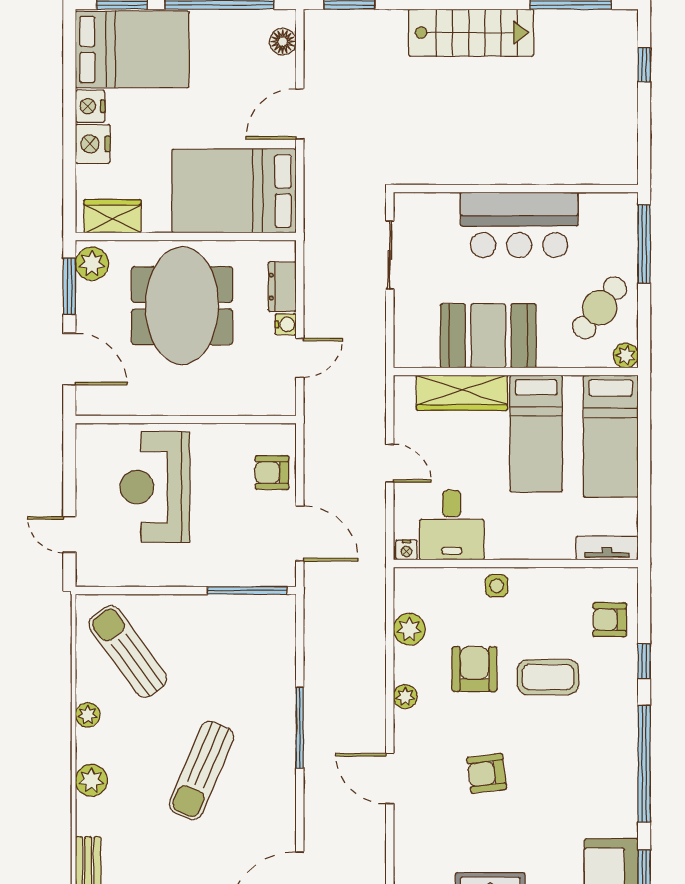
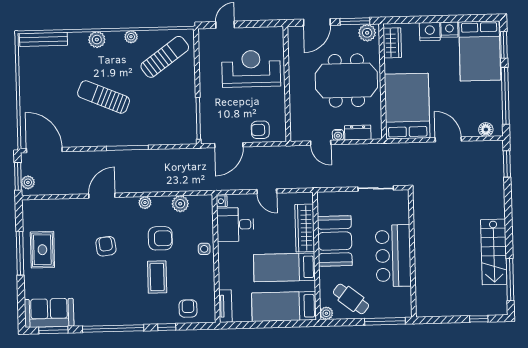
stairs: (471, 33) -> (494, 252), moved
door: (390, 463) -> (267, 191), hinge flipped
armchair: (272, 473) -> (260, 130), turned -90

